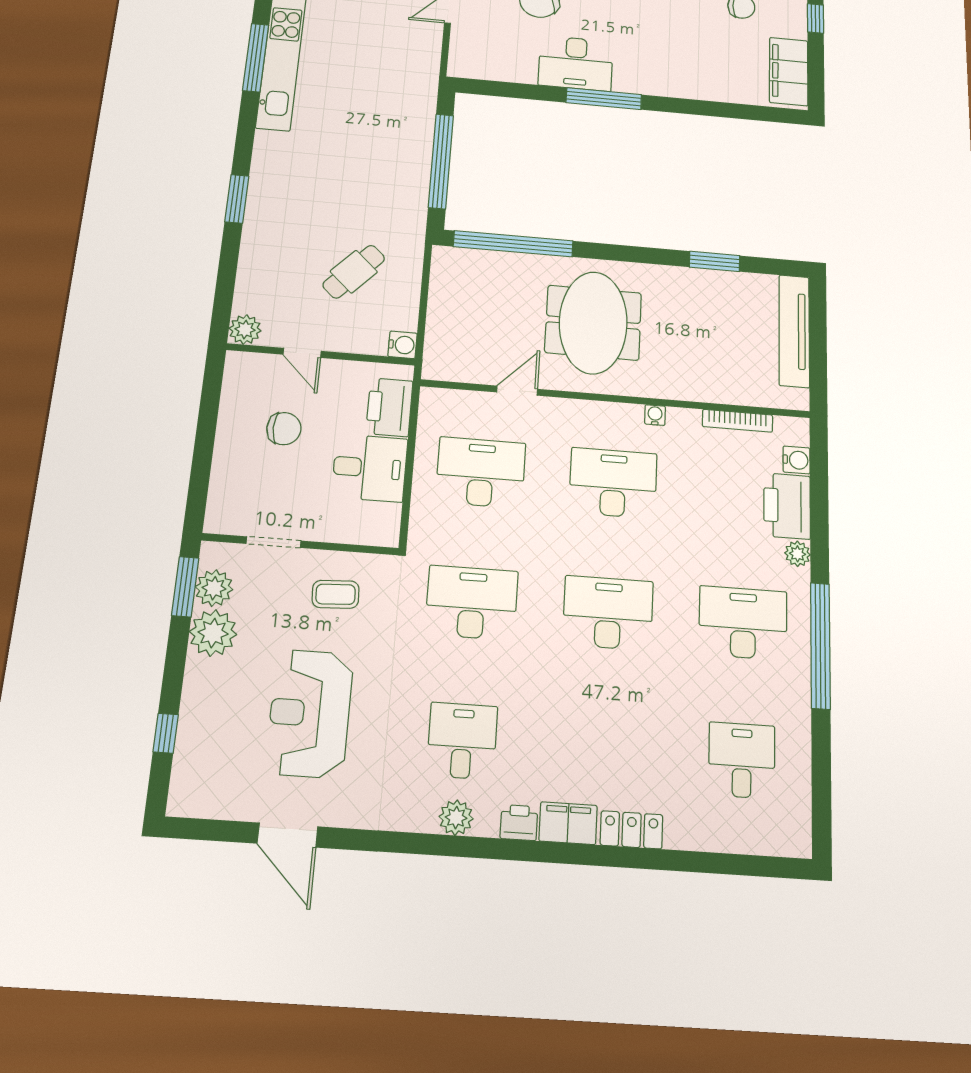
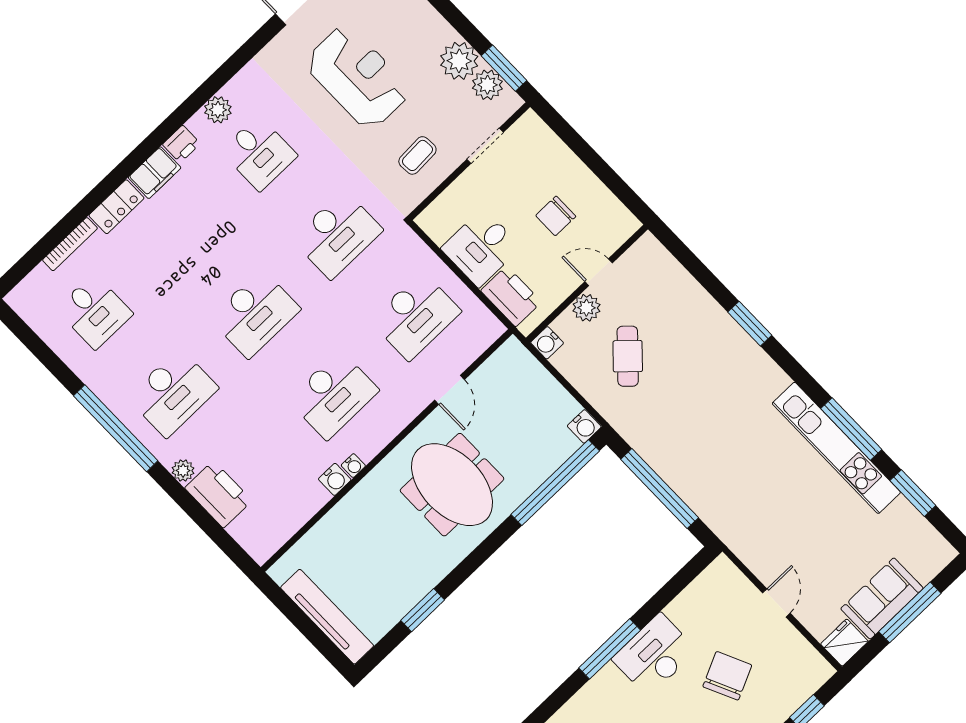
water cooler: (445, 259) -> (584, 426), added
plant: (245, 330) -> (586, 308), moved
bookcase: (738, 421) -> (70, 244), moved, turned 180
water cooler: (797, 460) -> (335, 479), moved, turned -90

